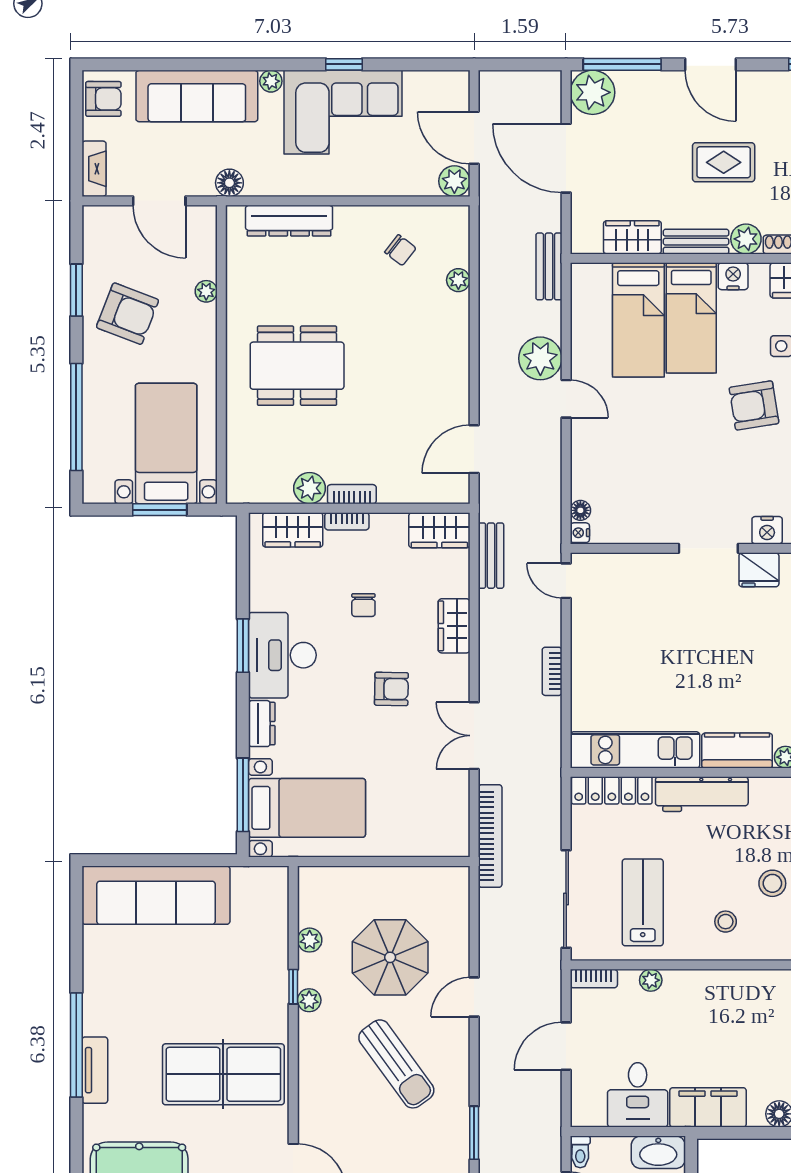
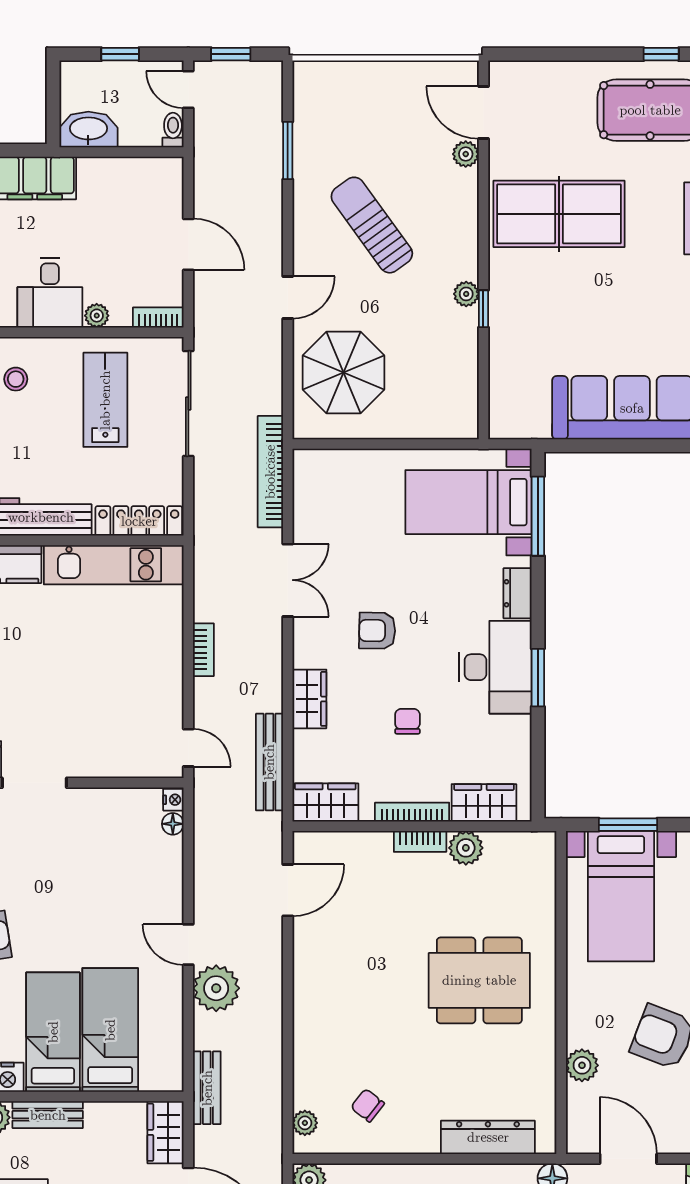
wardrobe: (632, 237) -> (166, 1132), moved, turned 90
plant: (458, 280) -> (305, 1123), moved
plant: (206, 291) -> (582, 1065), width x1.38, depth x1.38
bookcase: (347, 521) -> (412, 812), width x1.56
bench: (491, 556) -> (269, 762), width x1.36
lab bench: (643, 902) -> (105, 400), turned 180
plant: (310, 940) -> (466, 154), moved
parasol: (390, 957) -> (344, 373), moved
door: (566, 1046) -> (188, 244), hinge flipped
desk: (638, 1095) -> (50, 293), moved, turned 180

